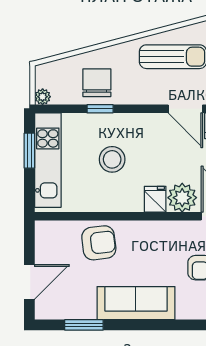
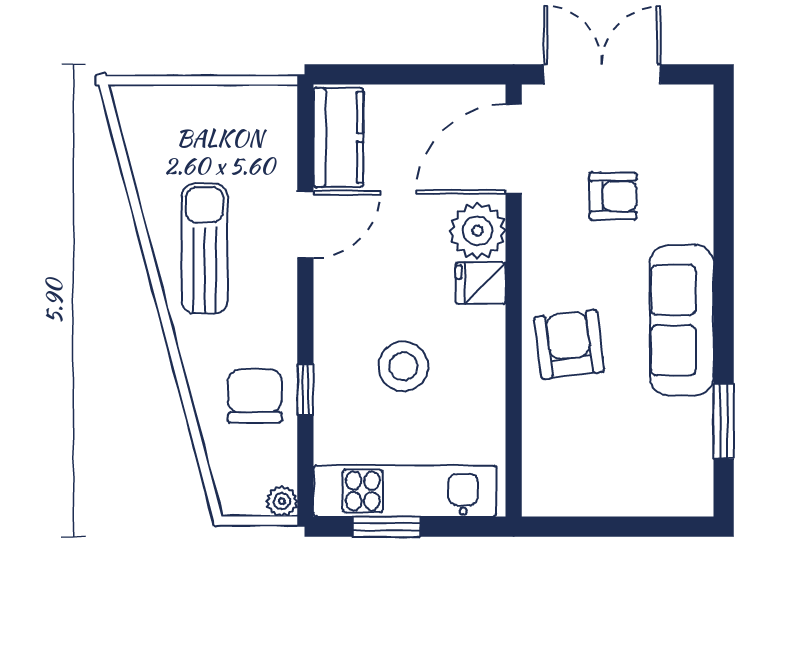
chair: (97, 83) -> (255, 396), turned 90
armchair: (99, 243) -> (569, 344), moved
door: (29, 282) -> (641, 527), removed

